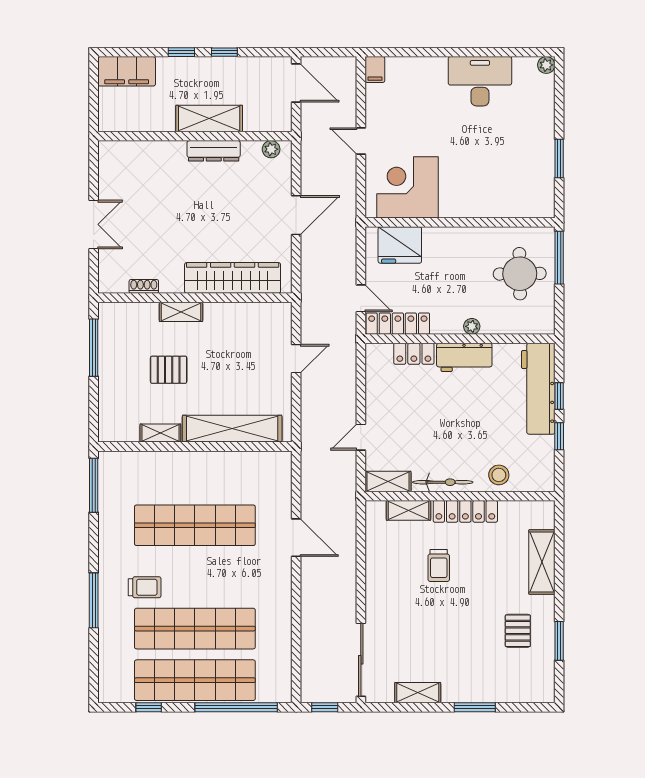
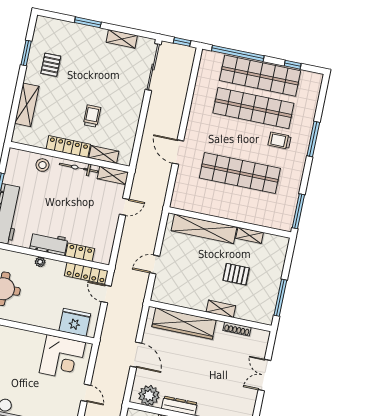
plant: (271, 149) -> (149, 395), width x1.88, depth x1.88
door: (296, 215) -> (136, 355), swing flipped
shoe rack: (144, 286) -> (237, 329), width x1.43

